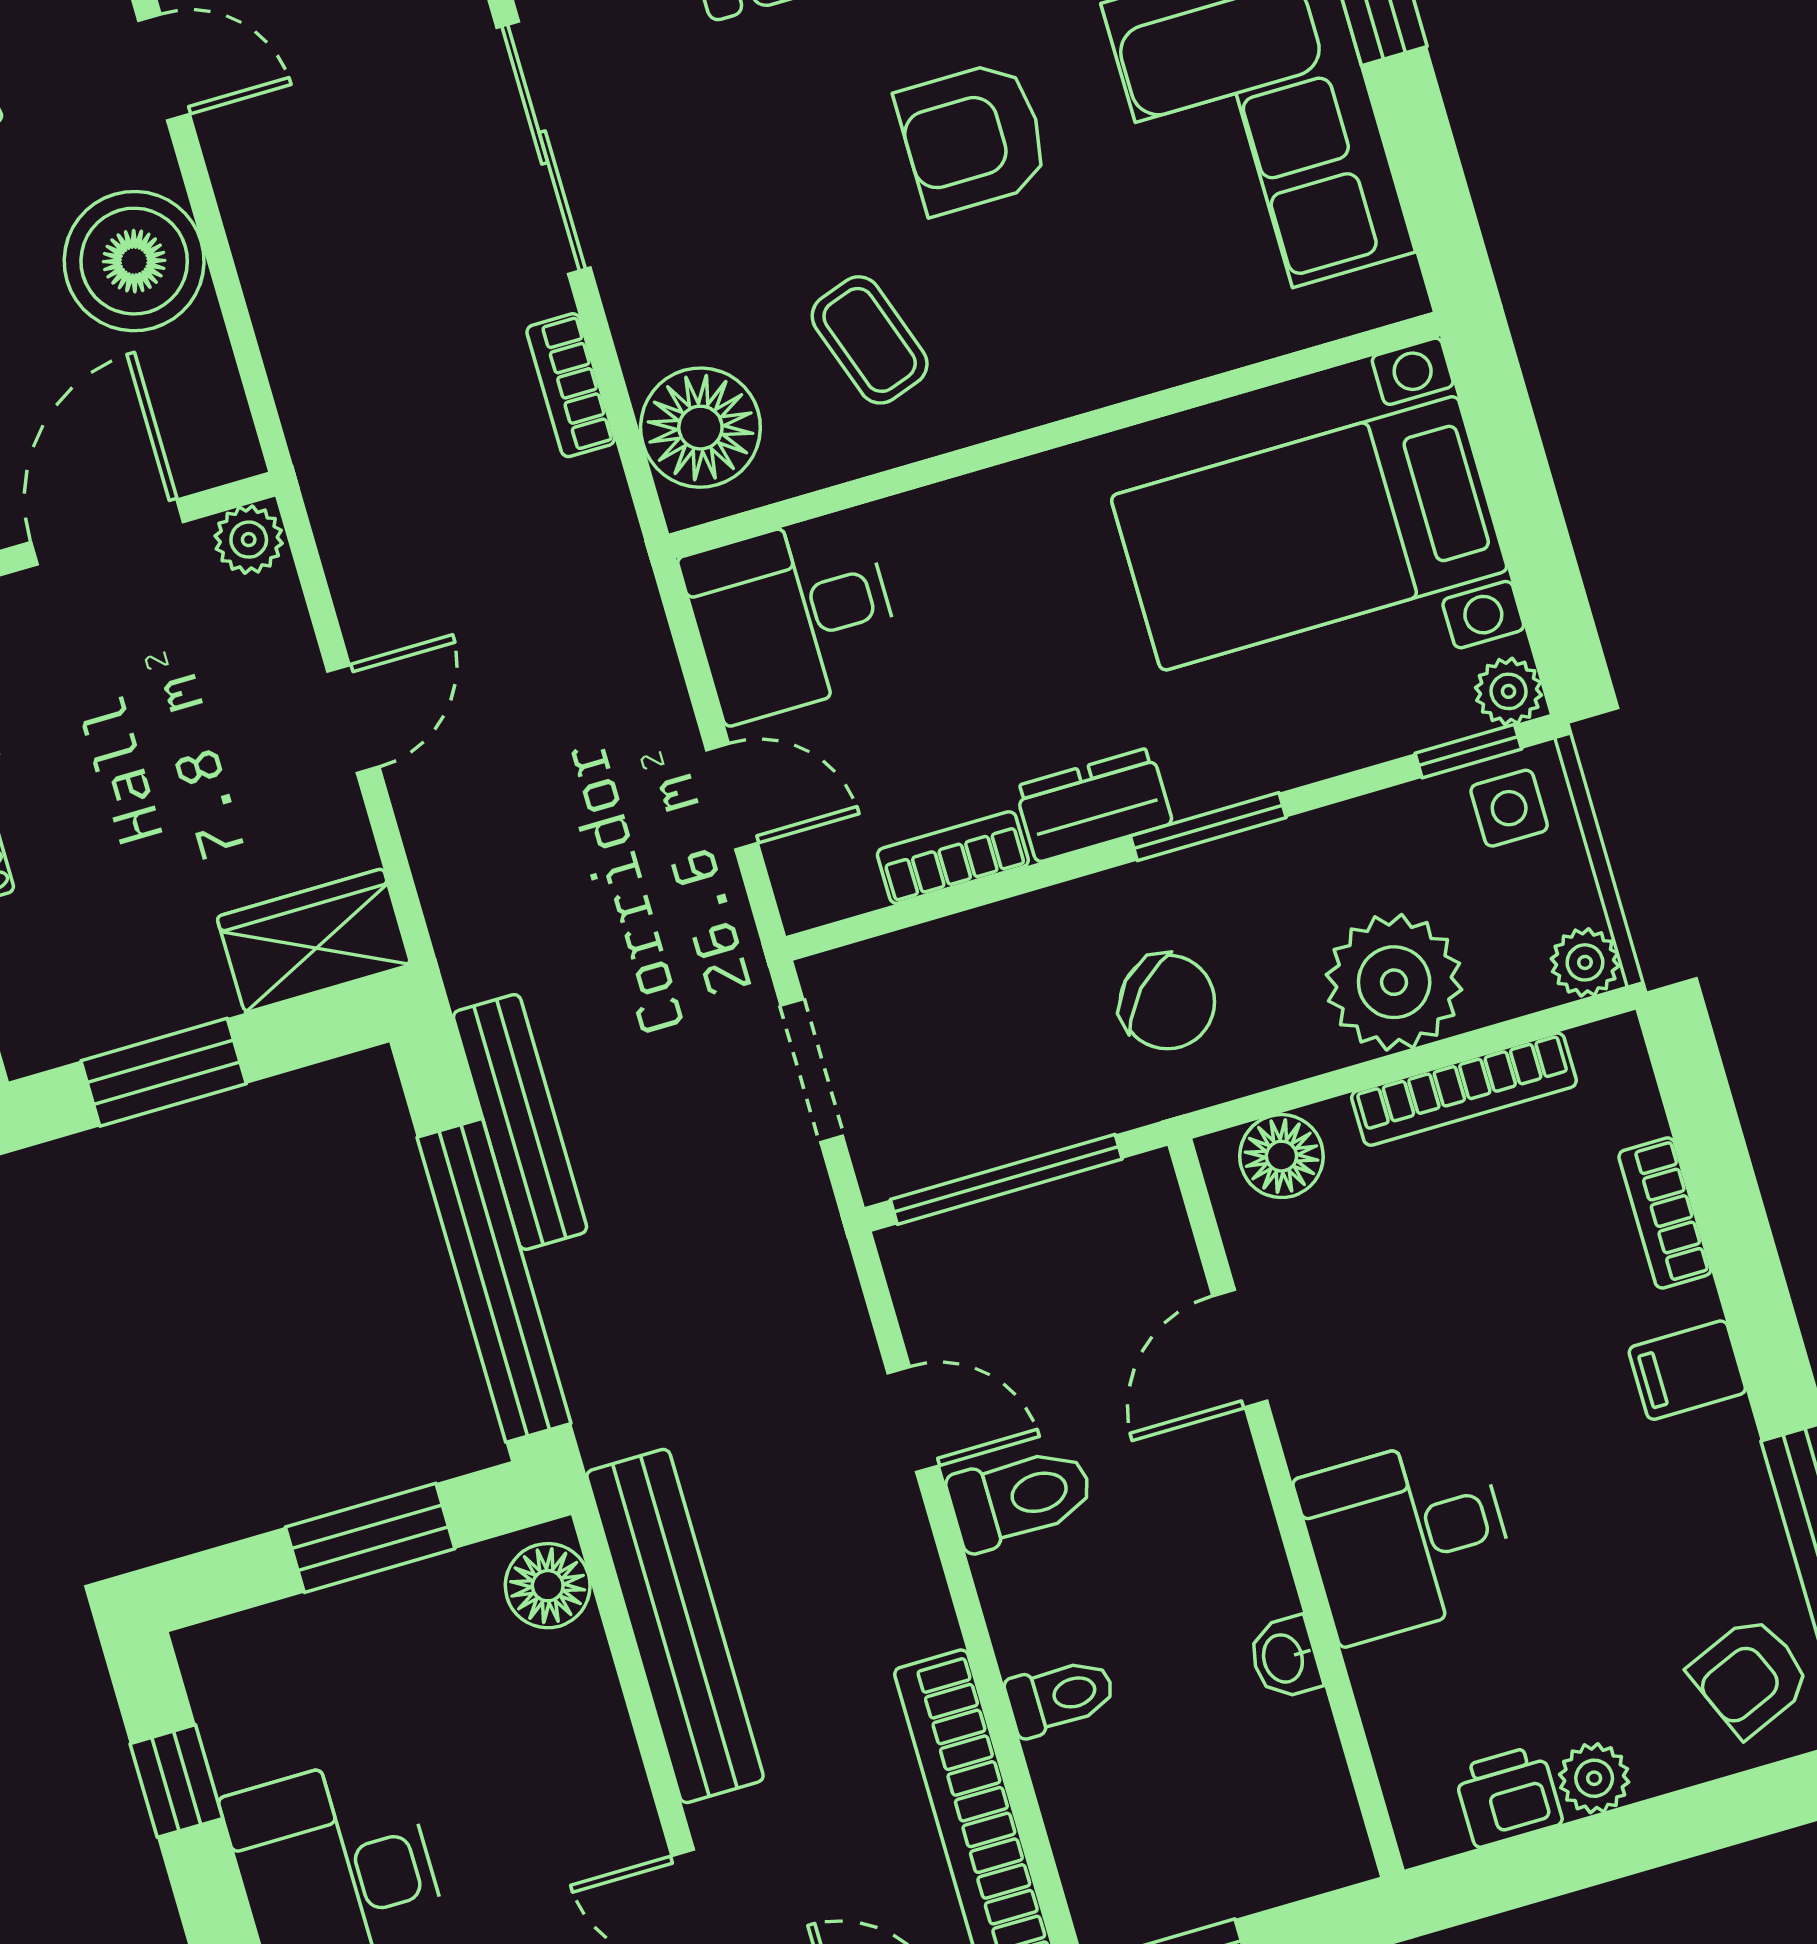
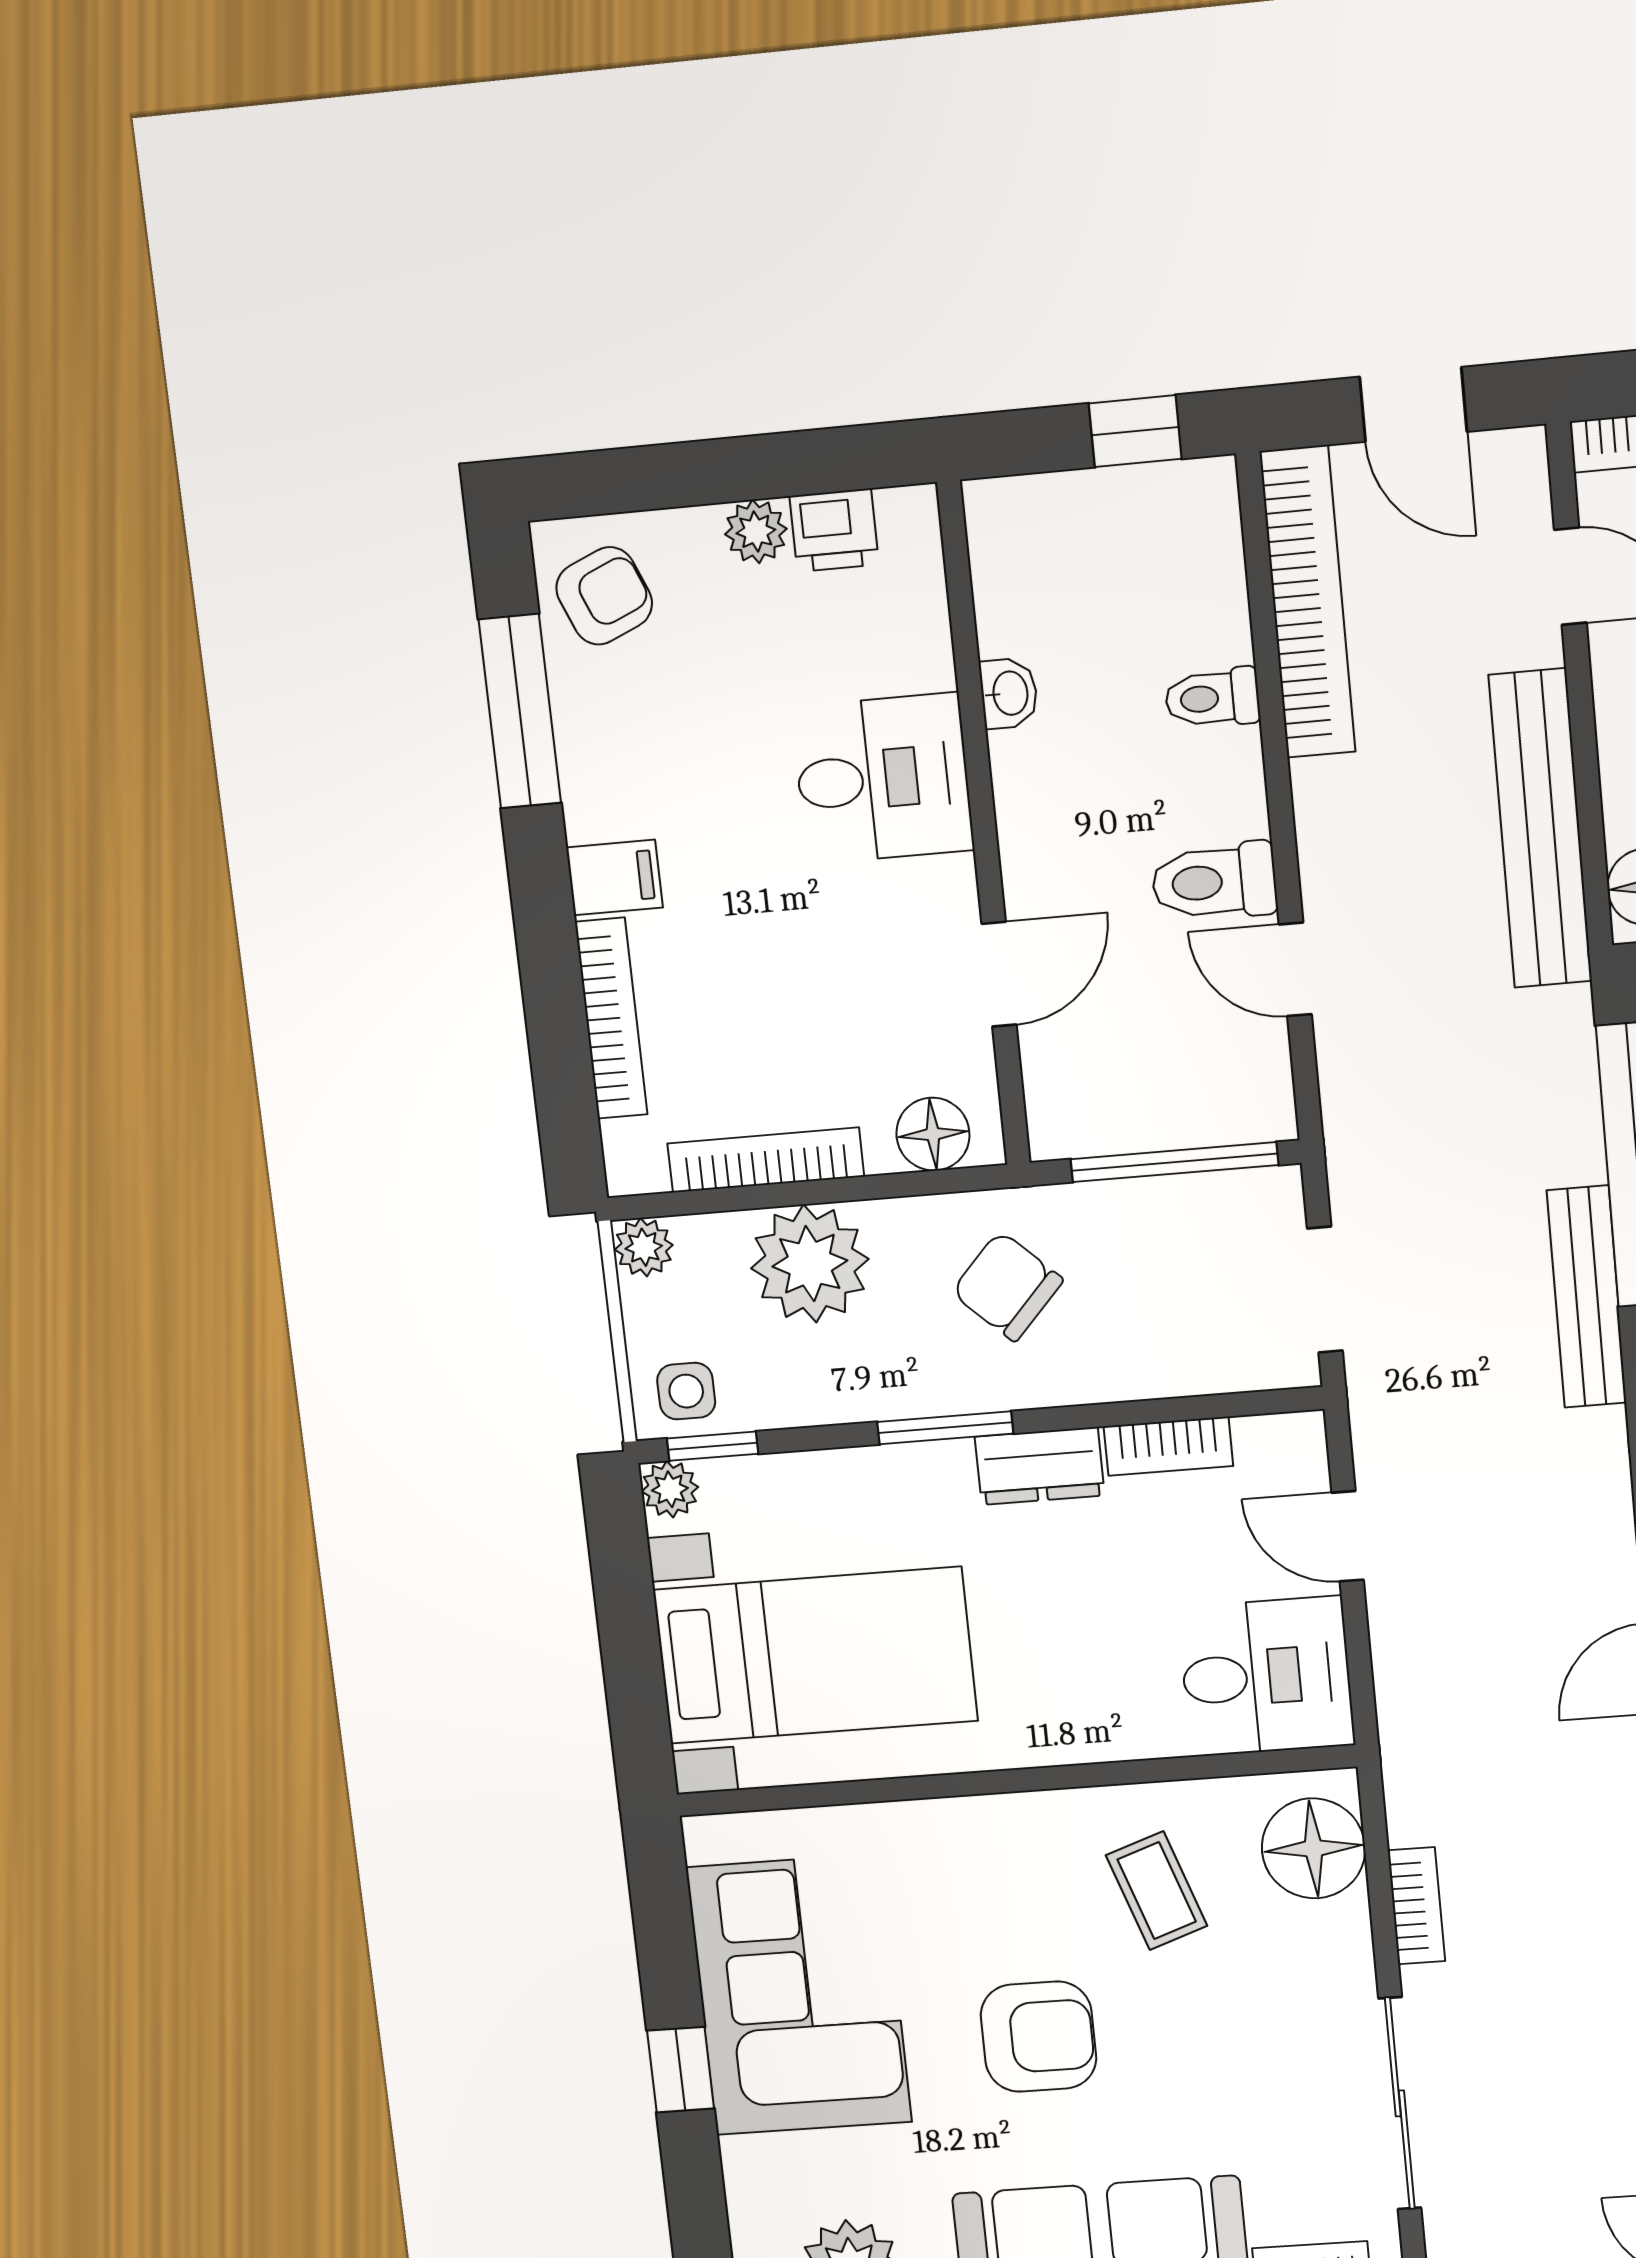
bookcase: (1665, 1213) -> (611, 1018), width x1.56

